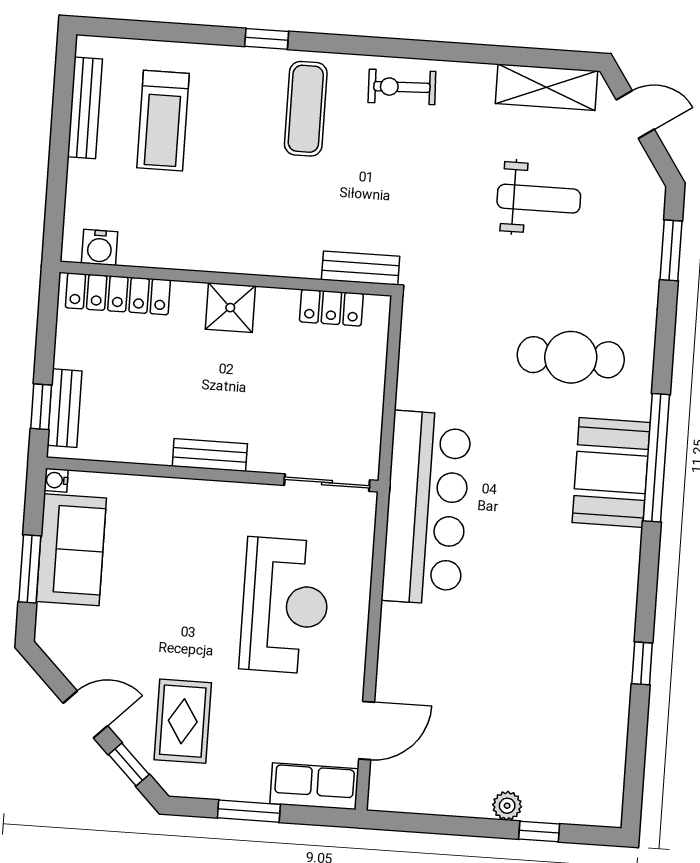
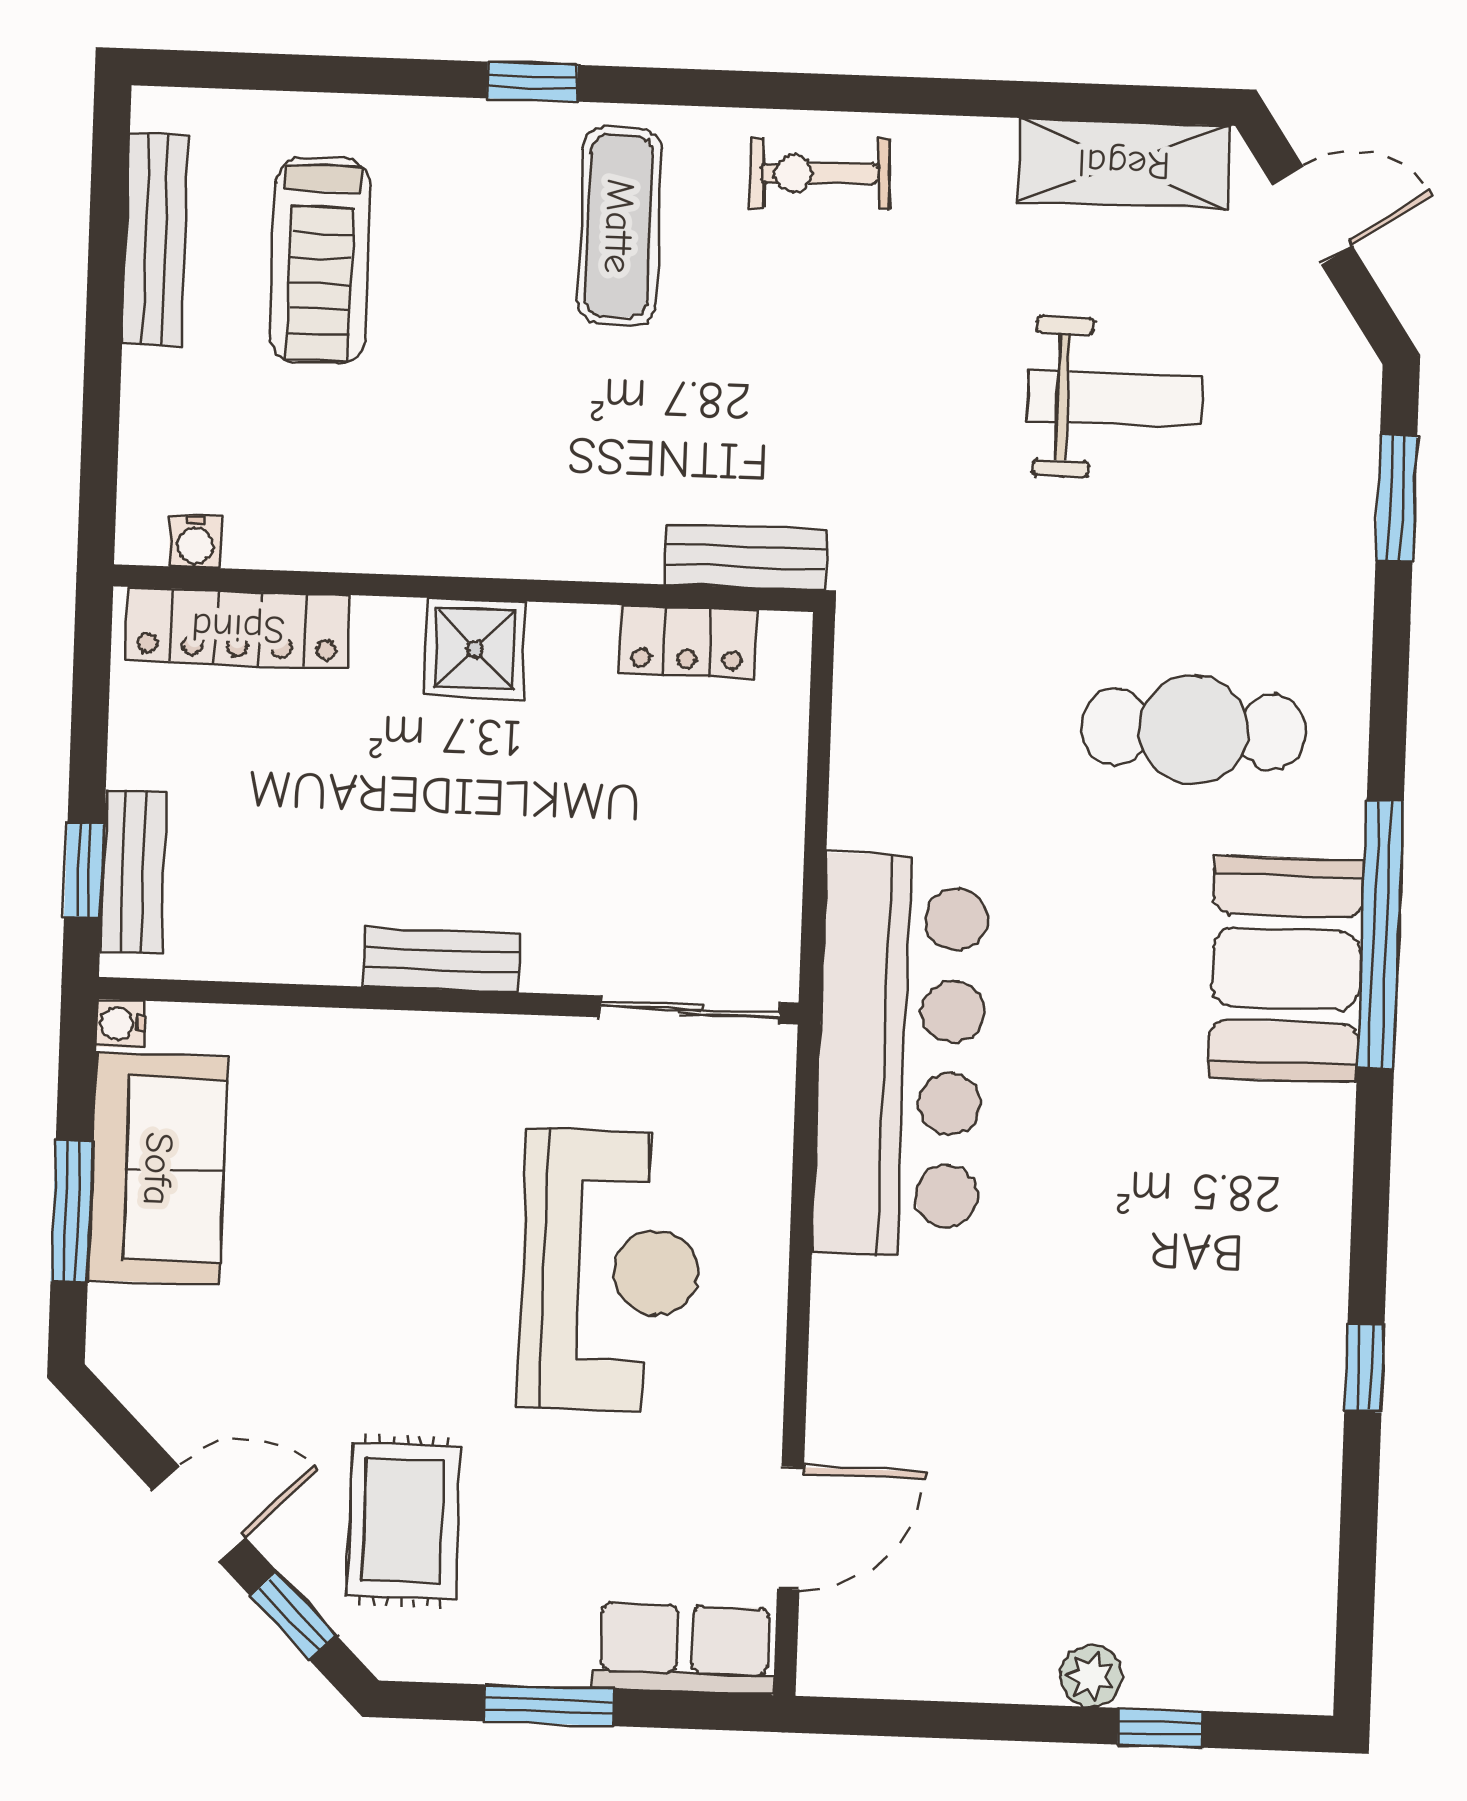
water cooler: (100, 247) -> (196, 541), width x0.72, depth x0.72

